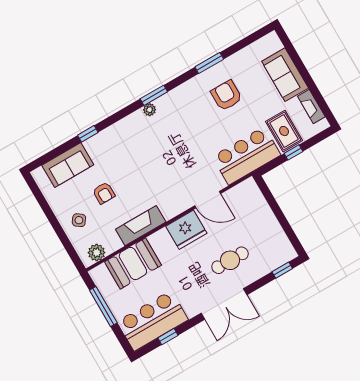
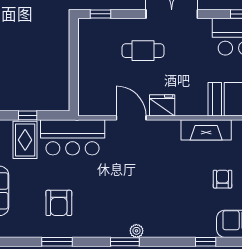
fridge: (186, 230) -> (162, 105), width x0.73, depth x0.75

